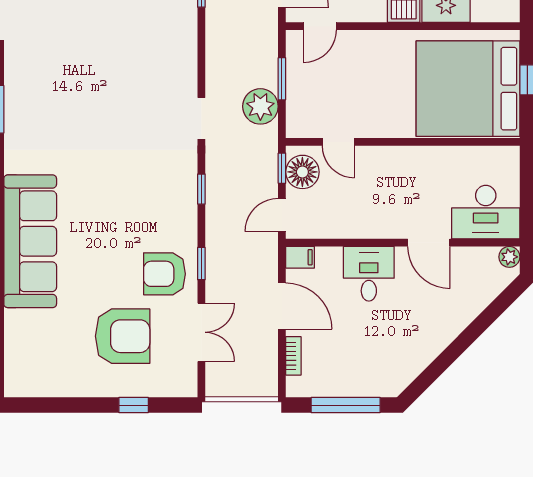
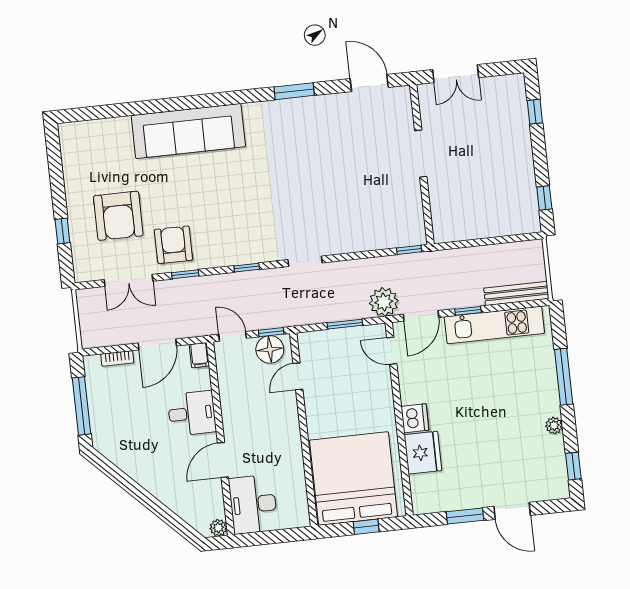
plant: (260, 106) -> (384, 302), moved

